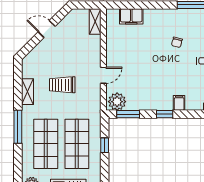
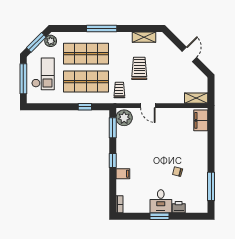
filing cabinet: (131, 16) -> (201, 120), moved
shelving: (27, 92) -> (144, 37), moved
trolley: (86, 107) -> (119, 90), added

